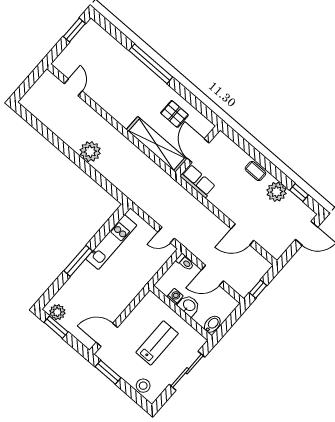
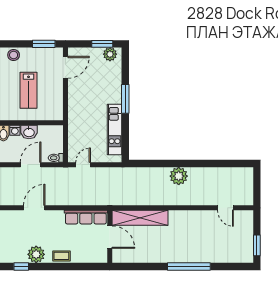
pallet: (174, 114) -> (145, 247), removed
row of seats: (198, 181) -> (86, 217), width x1.48
washing machine: (175, 296) -> (15, 130), moved

